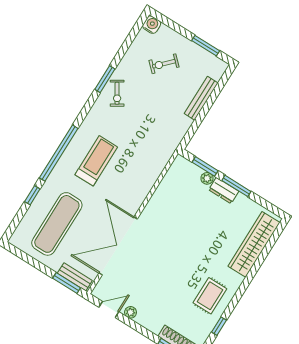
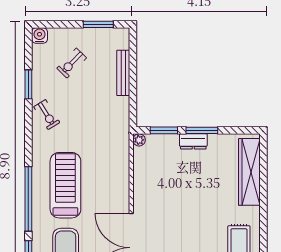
window: (105, 79) -> (28, 84), moved
treadmill: (96, 161) -> (65, 185), width x1.37, depth x1.38
plant: (207, 178) -> (139, 140), moved

